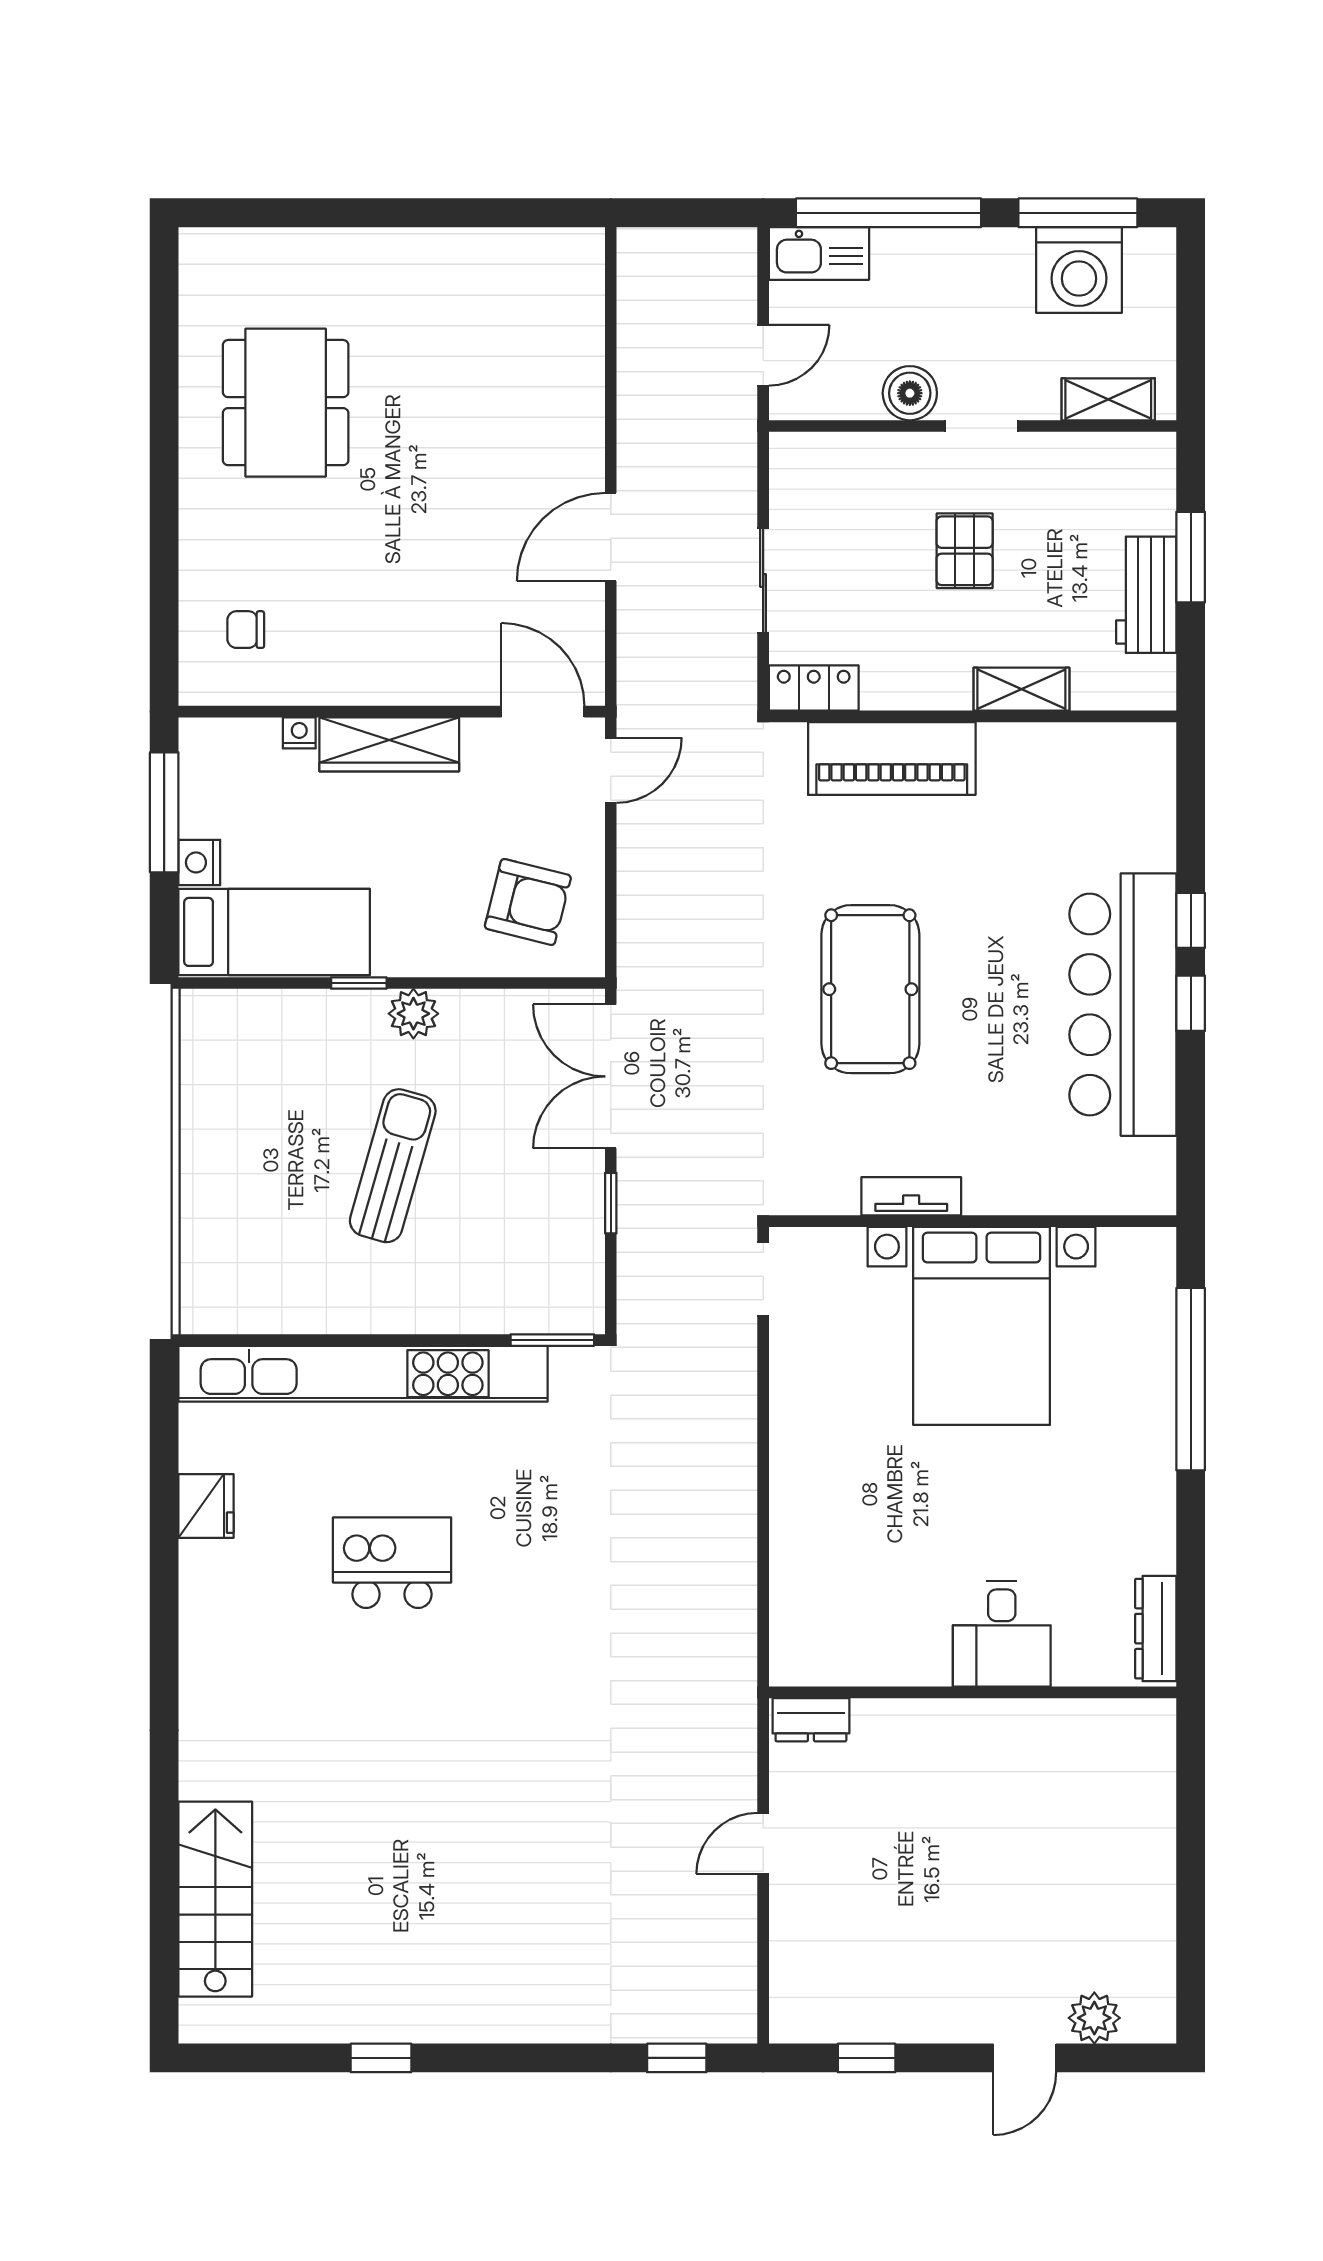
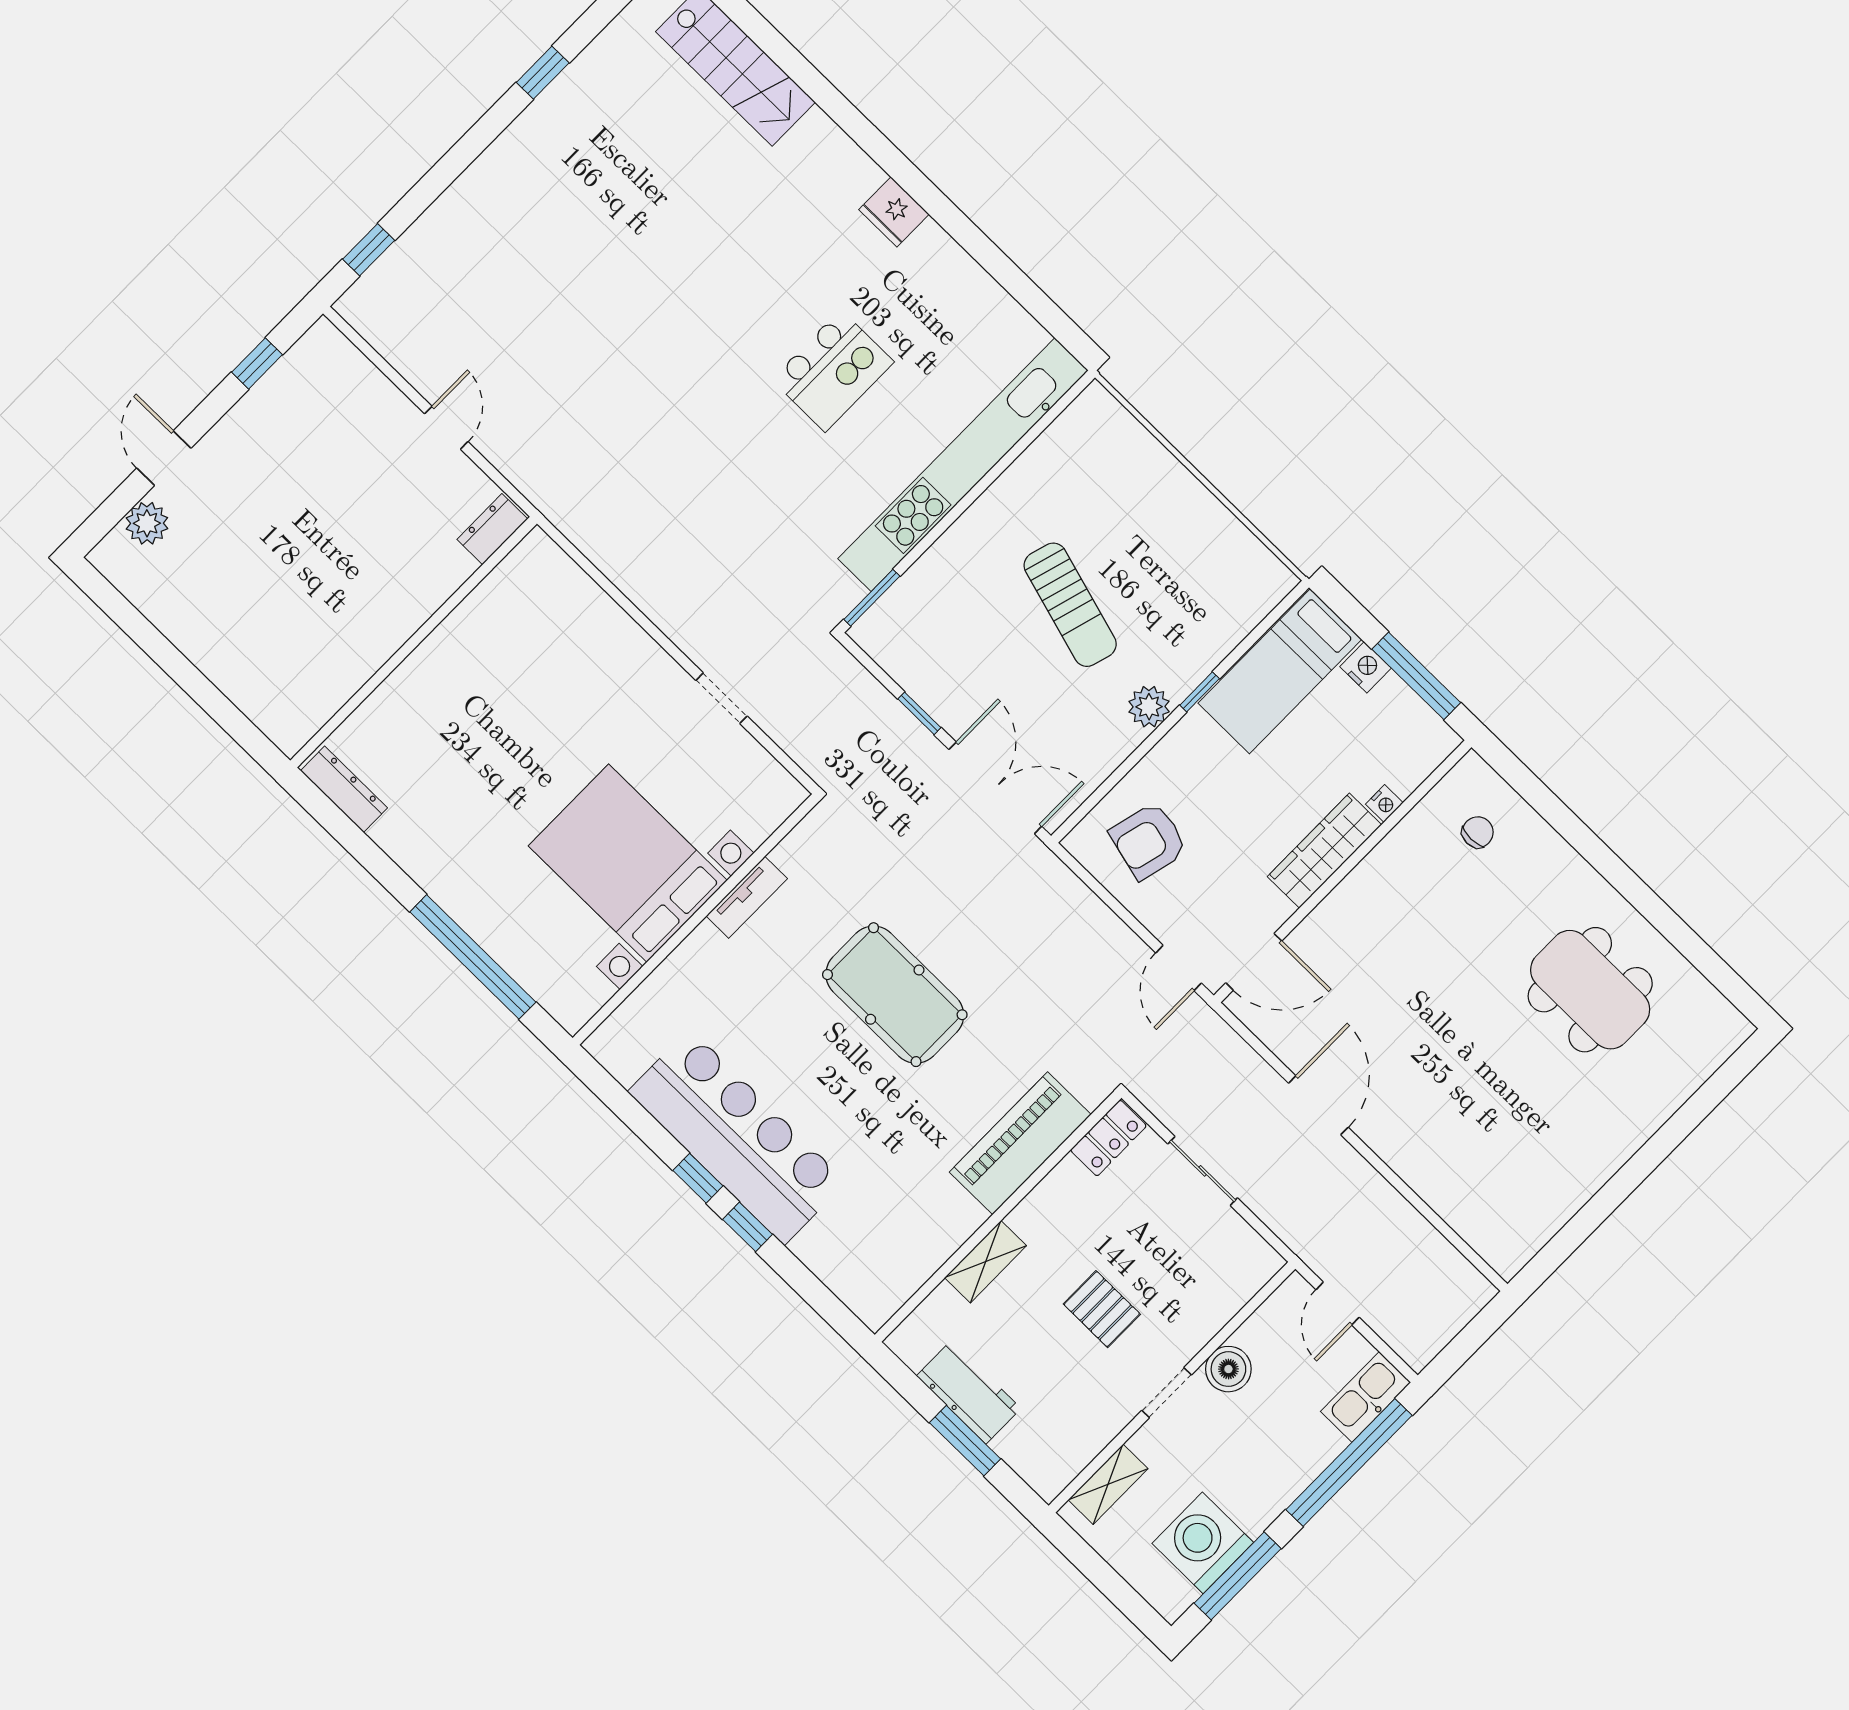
doorway: (763, 1279) -> (722, 698), moved
fridge: (206, 1506) -> (894, 212), moved
desk: (1002, 1634) -> (431, 694), removed

